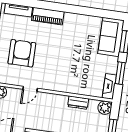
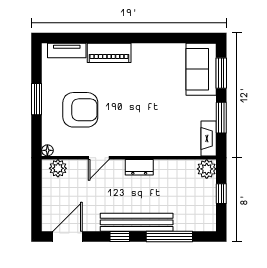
armchair: (22, 53) -> (80, 110), turned 90
dresser: (78, 103) -> (139, 167), moved

